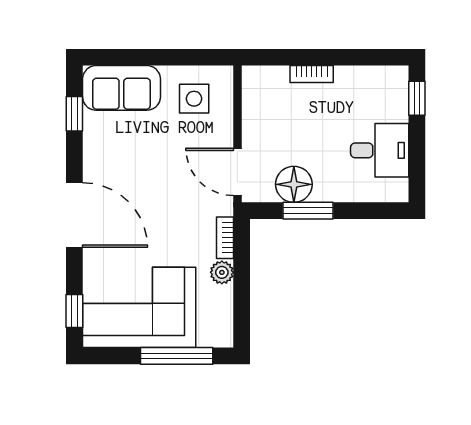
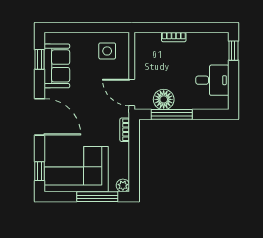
sofa: (121, 88) -> (57, 66), moved, turned -90
window: (308, 211) -> (172, 114), width x1.44
plant: (222, 272) -> (123, 185), moved

